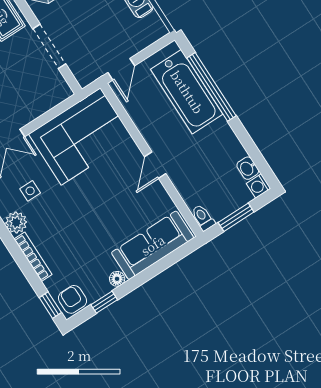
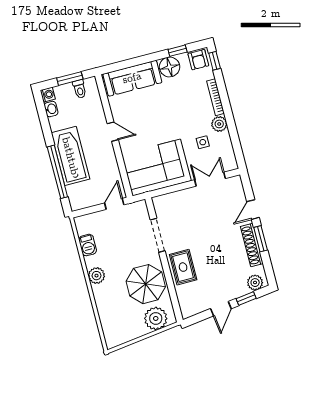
bathtub: (187, 92) -> (70, 156), moved
door: (155, 165) -> (113, 132), hinge flipped
toilet: (203, 218) -> (80, 89), moved
floor lamp: (117, 279) -> (170, 67), width x1.89, depth x1.89

